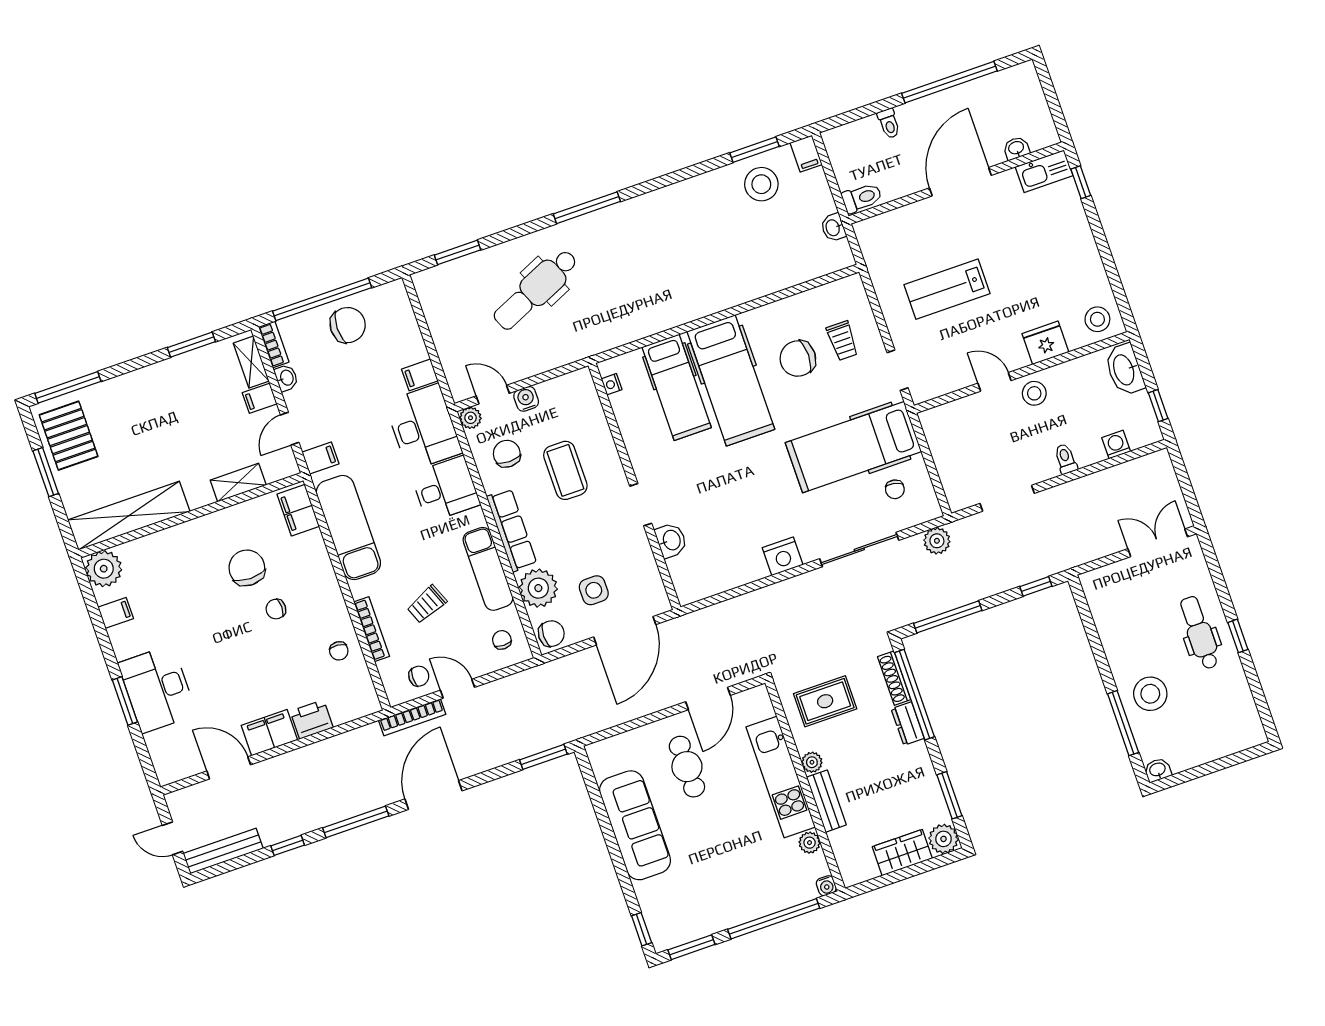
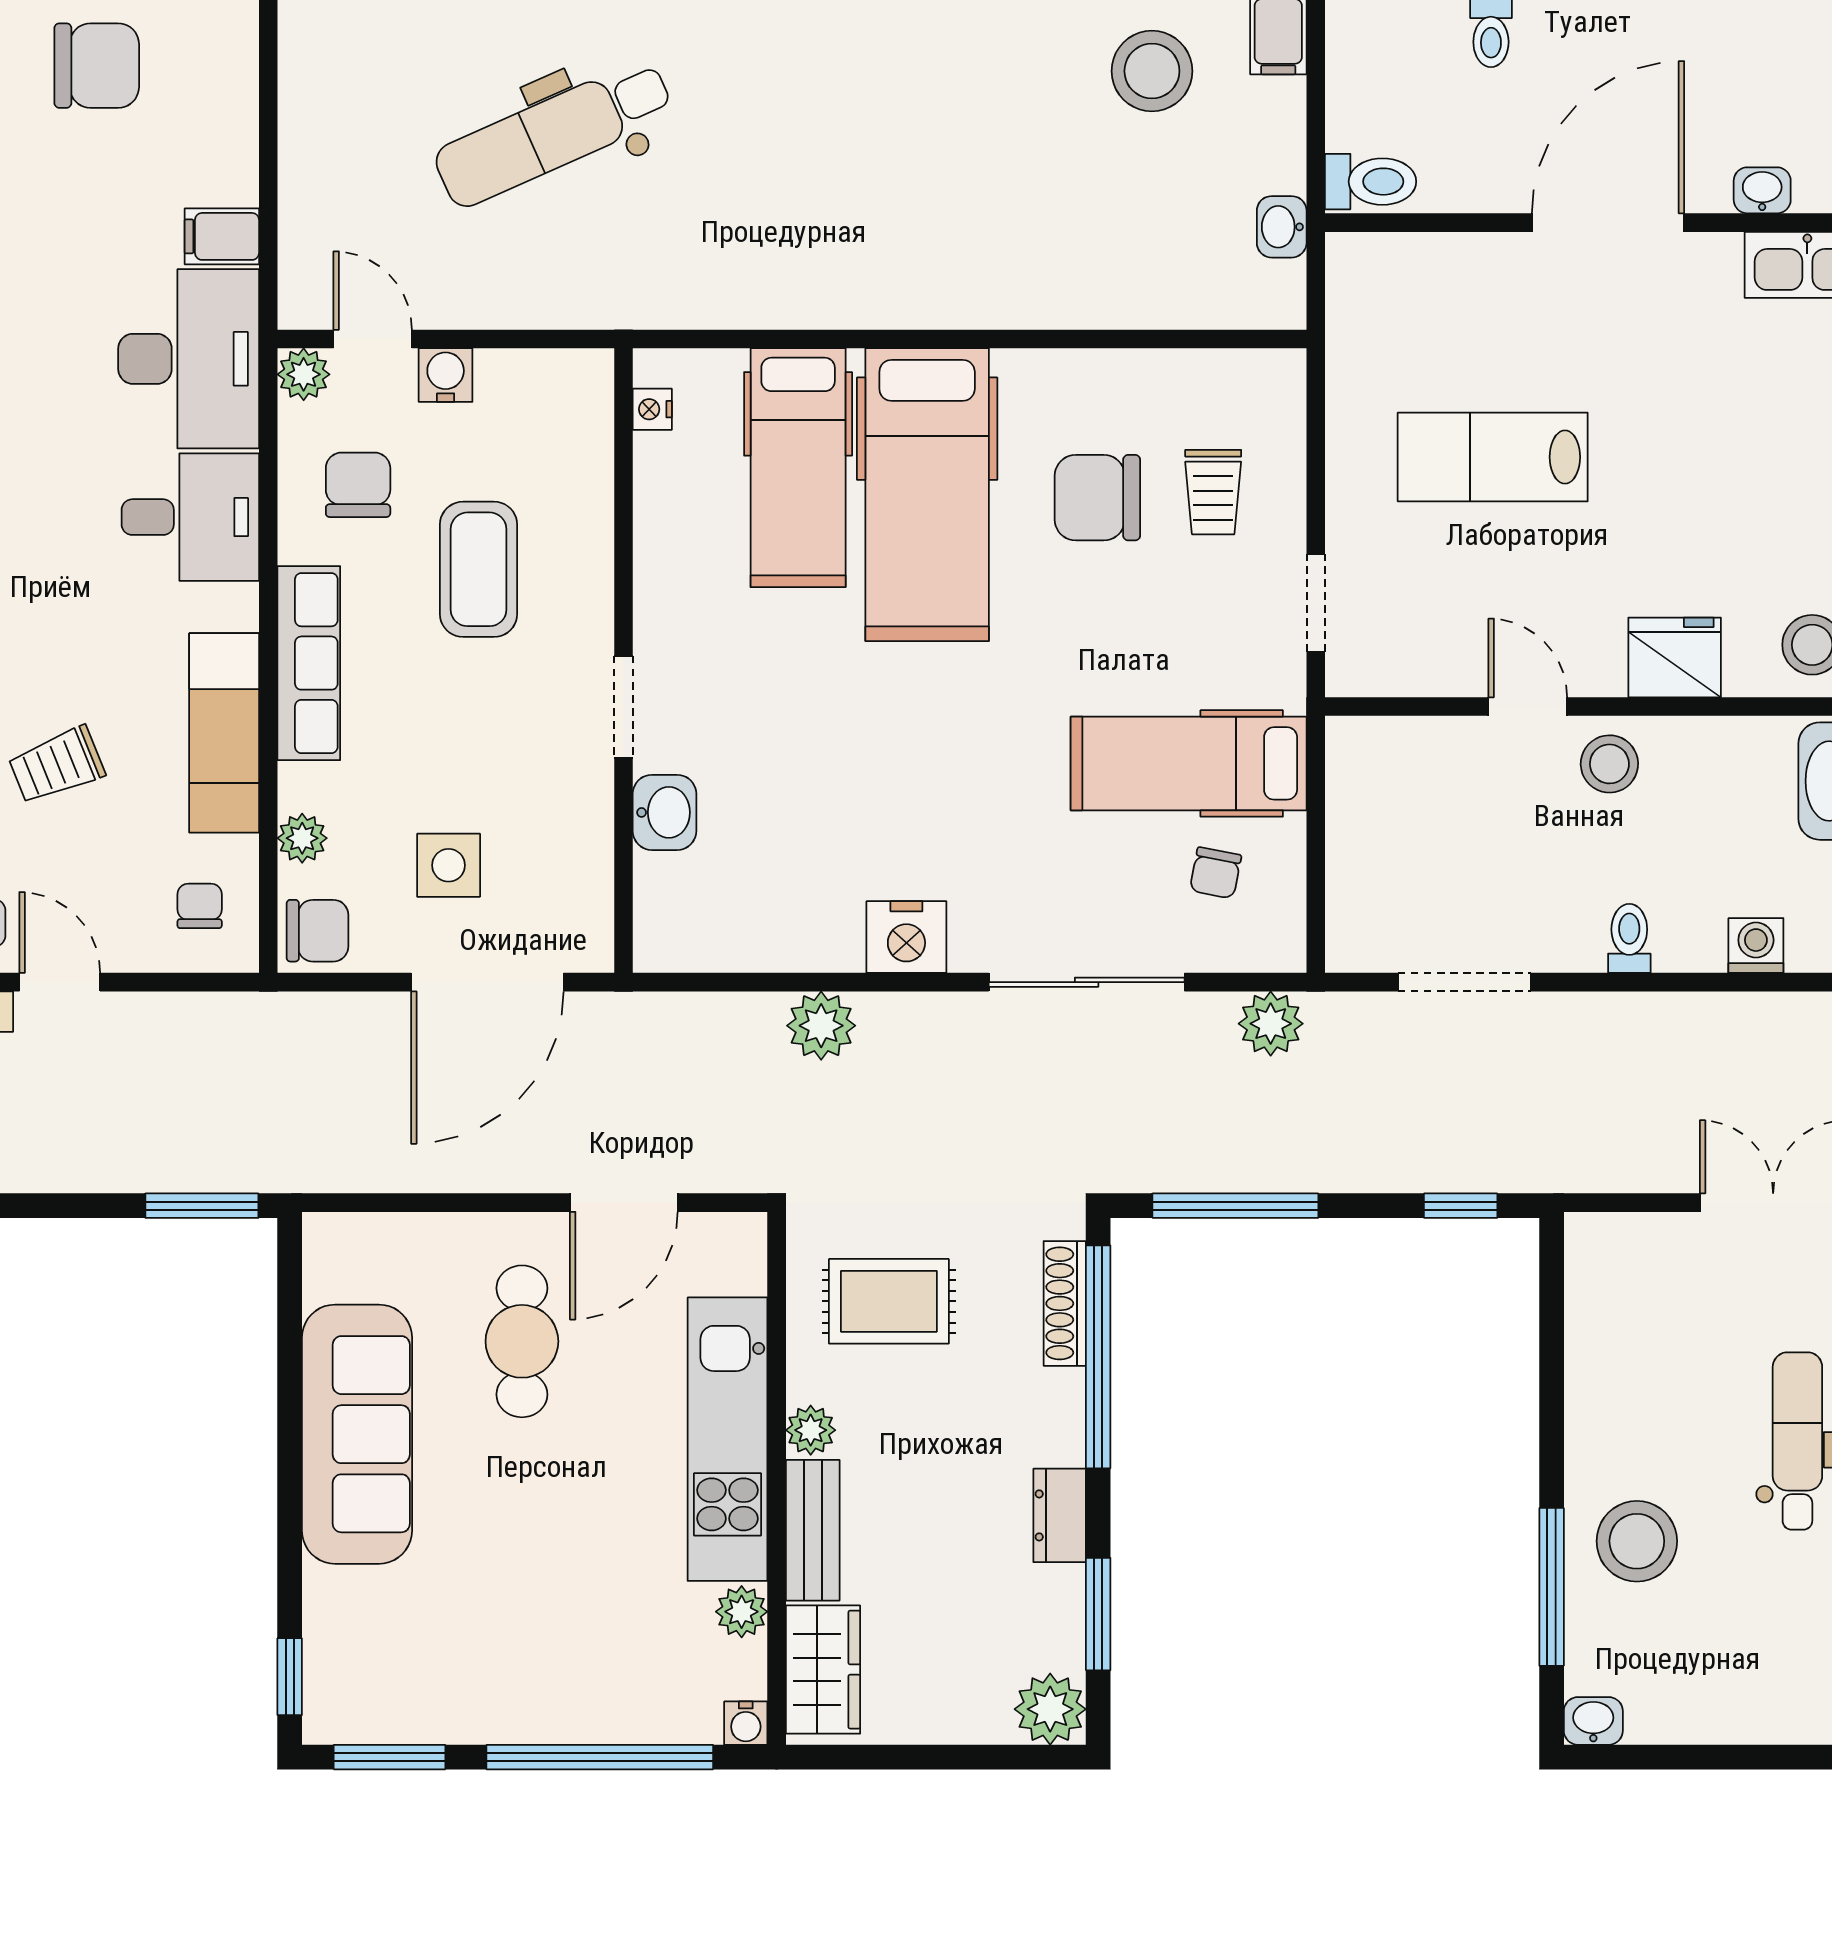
hospital bed: (853, 447) -> (1189, 763), width x0.73, depth x0.78
plant: (538, 588) -> (302, 838), width x0.53, depth x0.53
plant: (761, 603) -> (821, 1026), added
dresser: (908, 724) -> (1060, 1515), moved
wardrobe: (902, 853) -> (823, 1670), moved, turned 90

